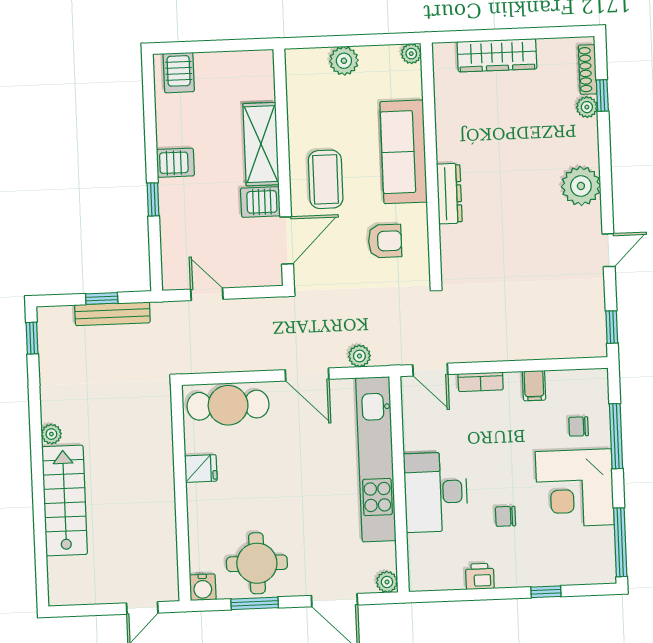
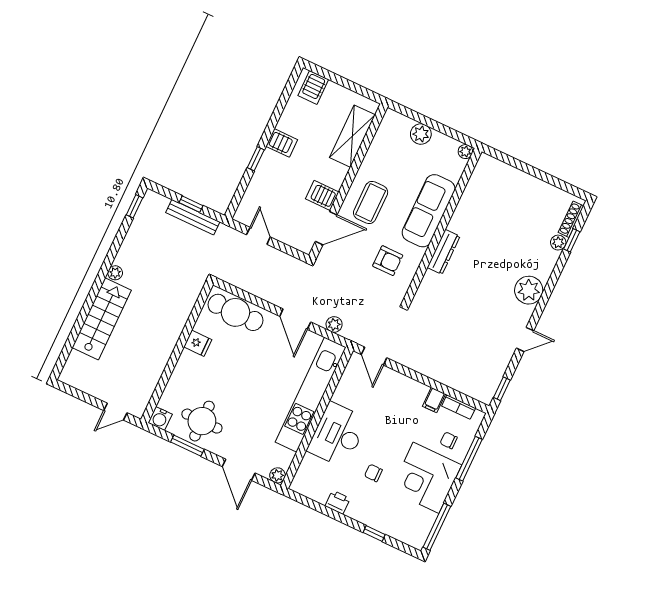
wardrobe: (497, 55) -> (519, 181), removed
shelving: (261, 144) -> (352, 136), moved
bookcase: (481, 382) -> (459, 407), moved

